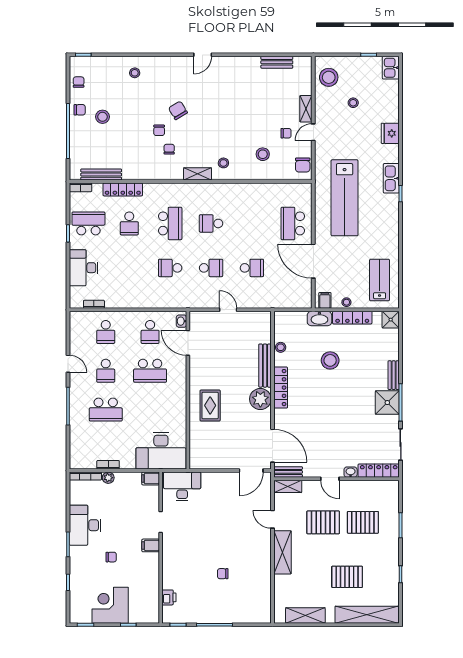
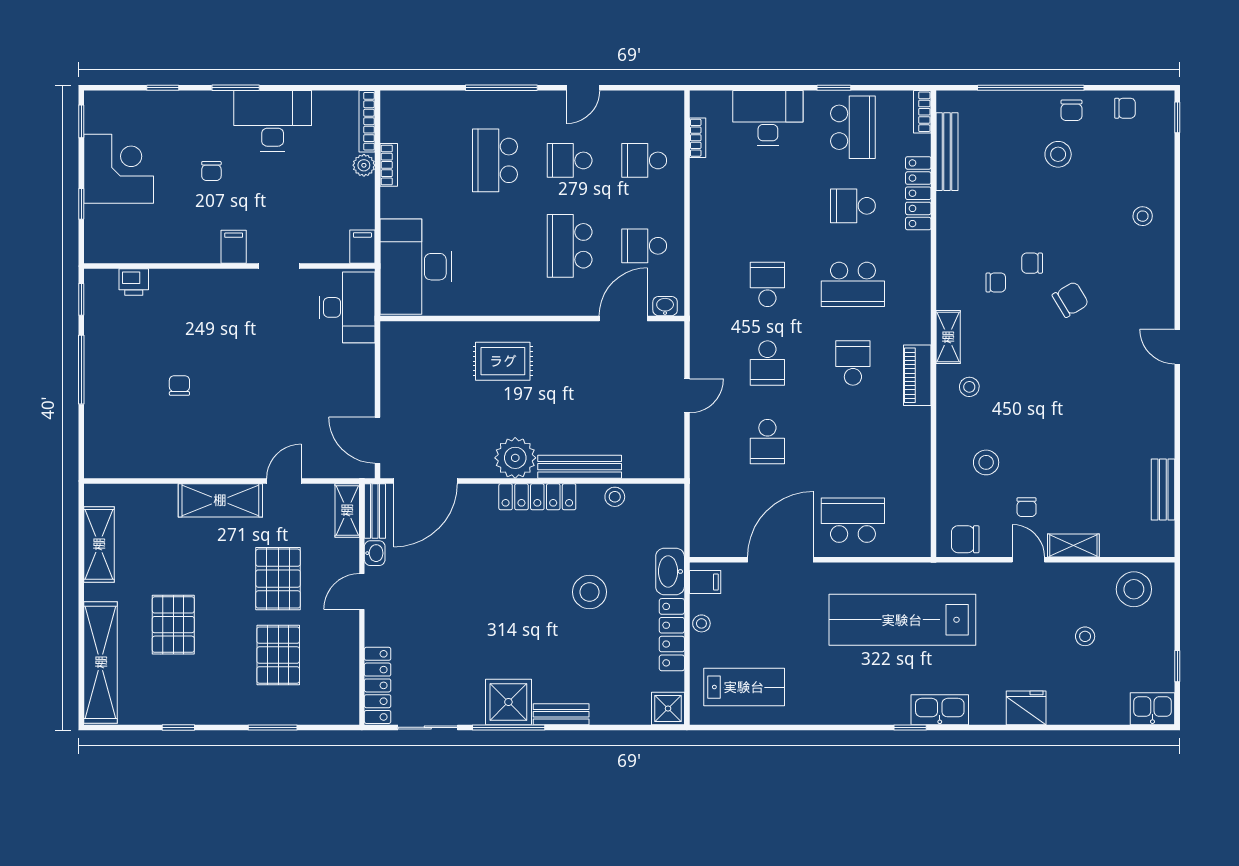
piano: (217, 190) -> (917, 375), added
washbasin: (351, 472) -> (375, 553), moved

